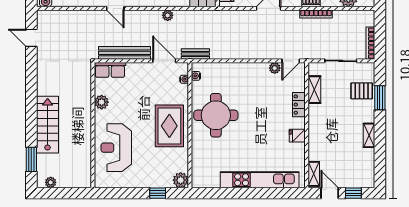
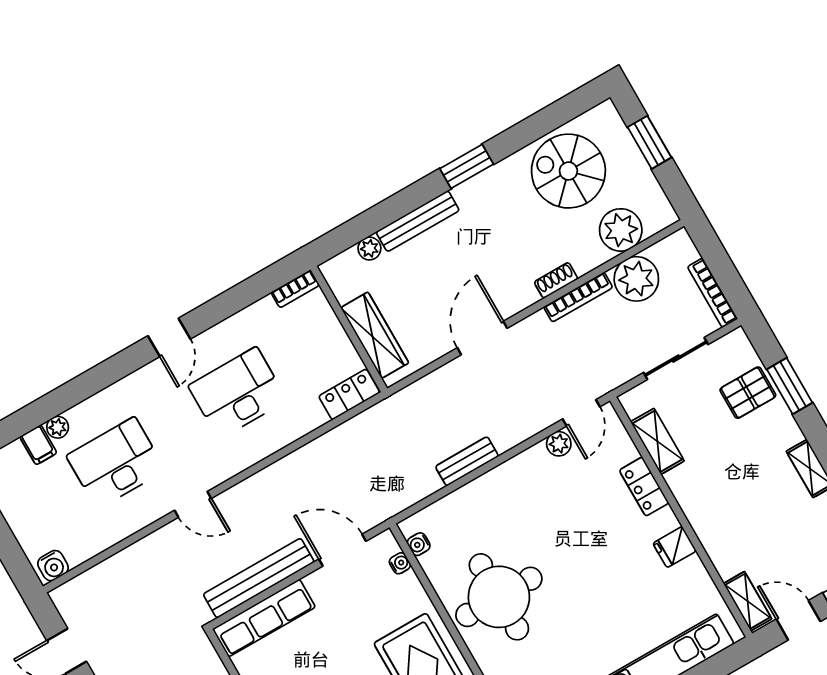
plant: (168, 15) -> (636, 279), moved, width x1.88, depth x1.88
bench: (195, 54) -> (467, 461), moved
row of seats: (110, 70) -> (264, 618), width x1.48

